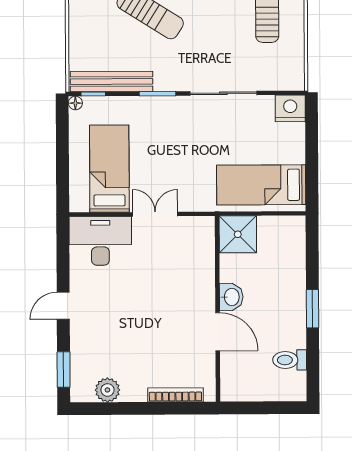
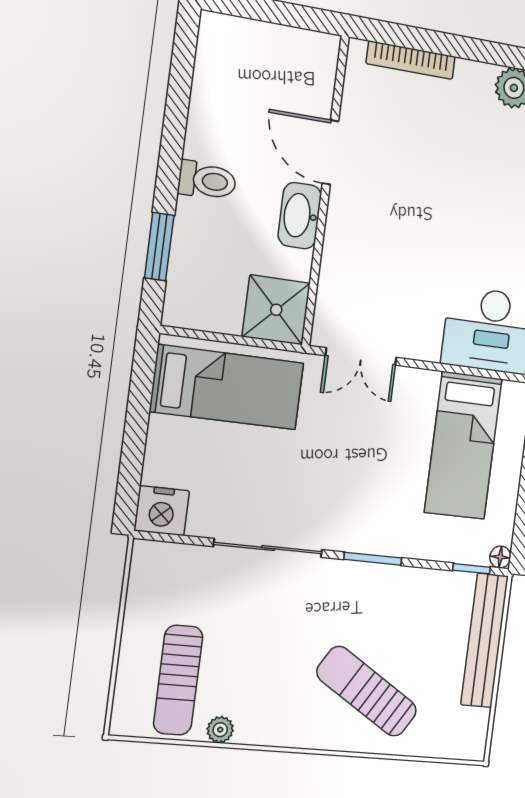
bench: (112, 81) -> (485, 640), moved, turned 90
double door: (155, 214) -> (361, 357), moved
washbasin: (231, 297) -> (300, 216), width x1.38
window: (313, 309) -> (159, 247), moved
toilet: (290, 360) -> (207, 181), moved

